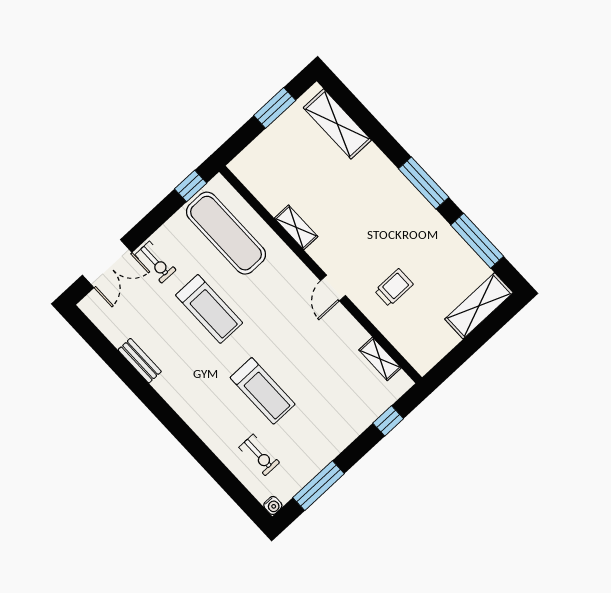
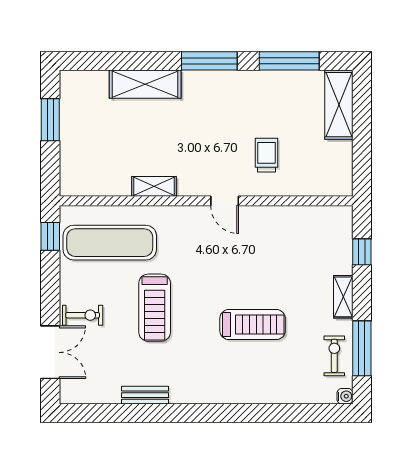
shelving: (337, 124) -> (145, 84), moved
treadmill: (209, 309) -> (155, 308), turned 90
shelving: (380, 359) -> (343, 297), moved, turned 90
exercise bike: (259, 455) -> (334, 356), moved, turned -90

